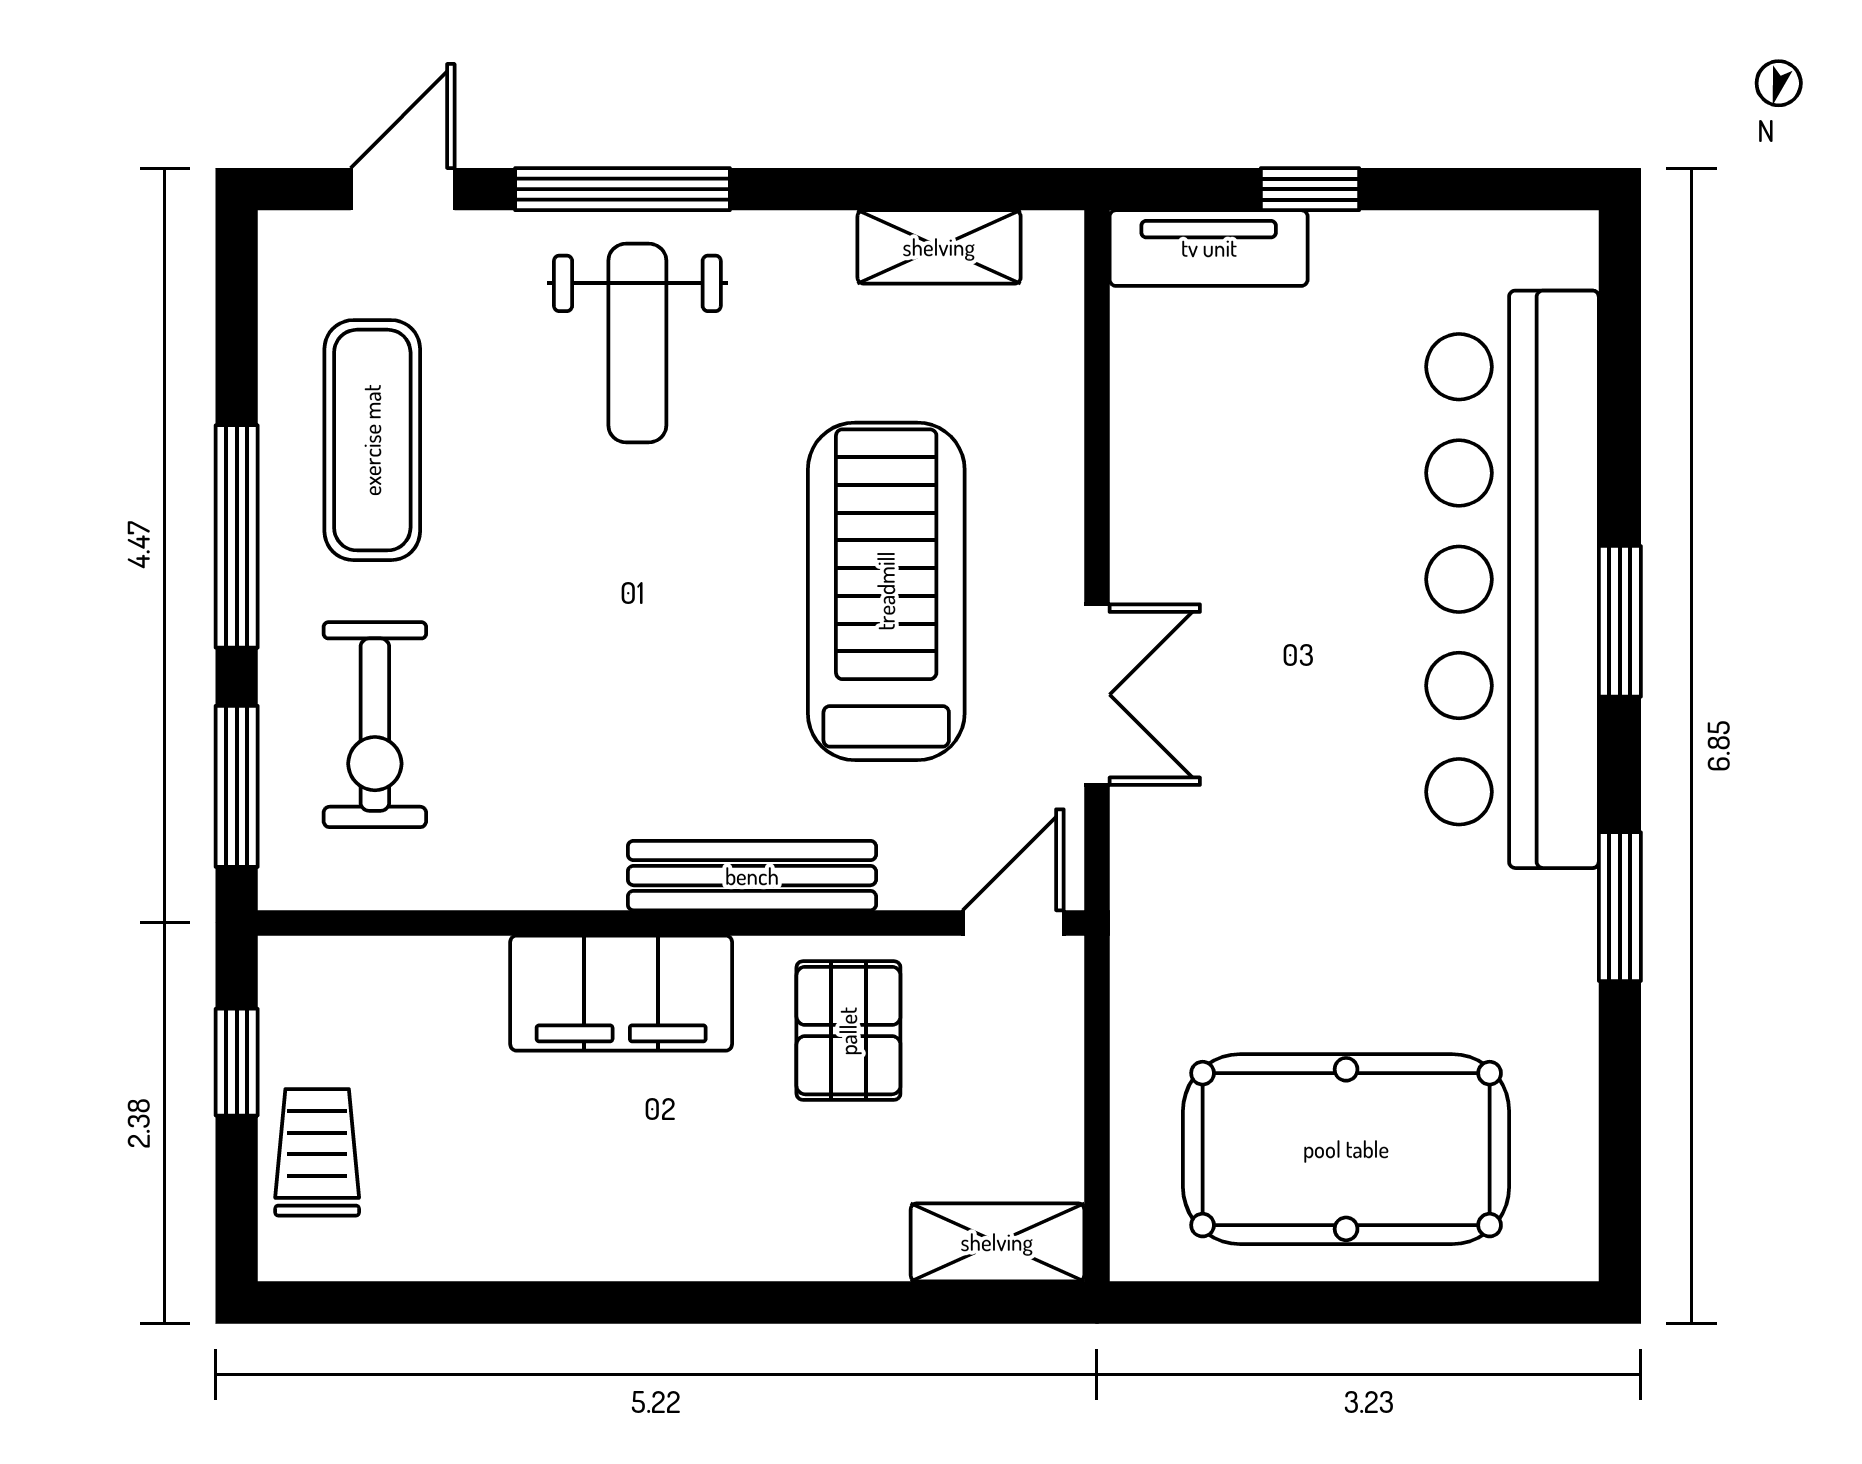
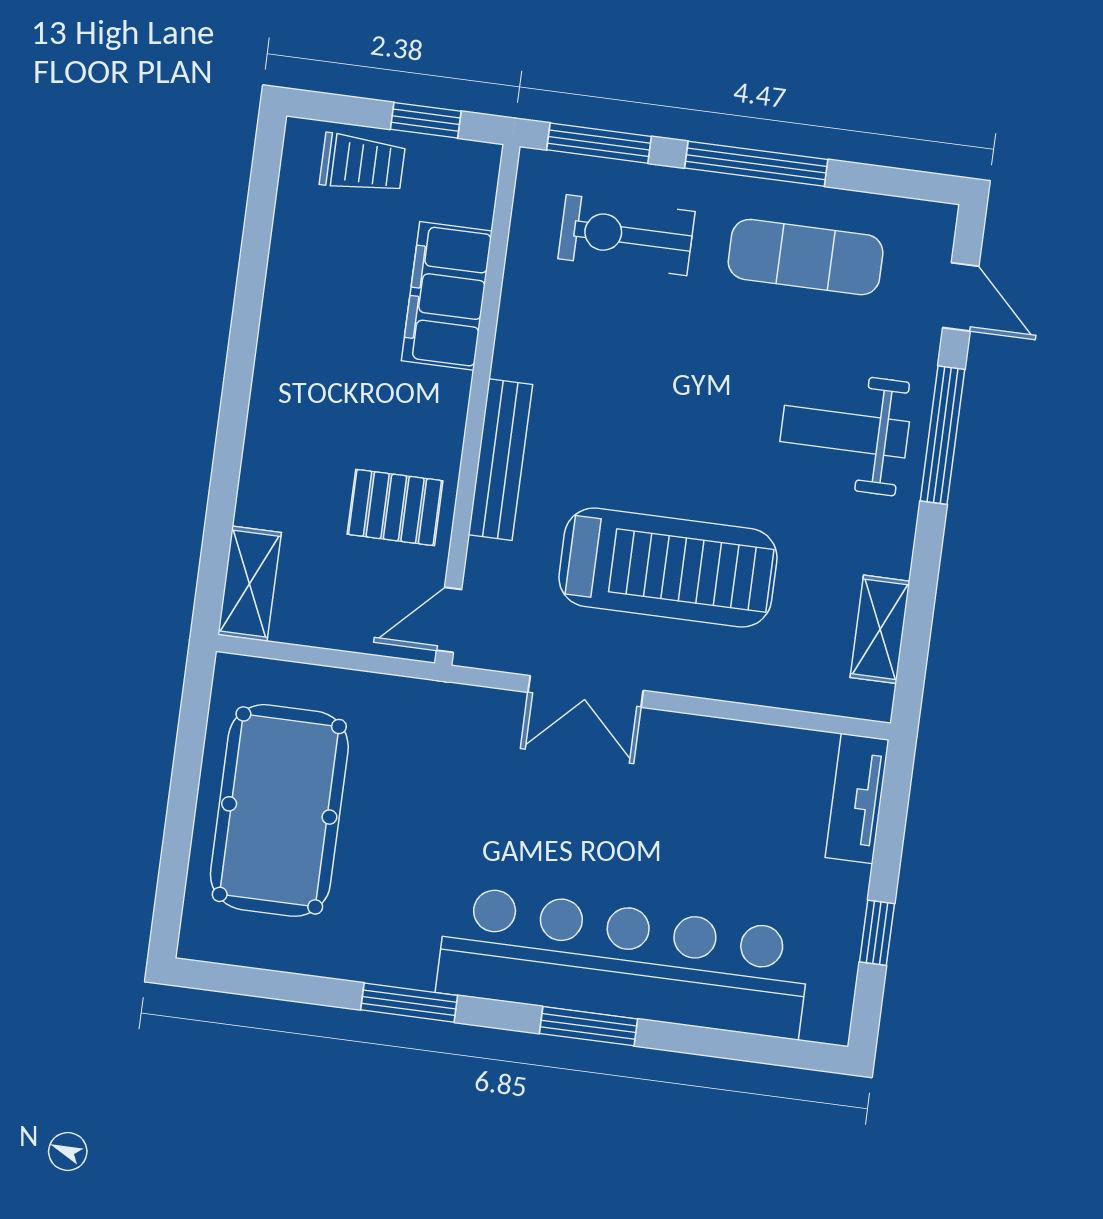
window: (1310, 189) -> (877, 933), moved
door: (1013, 923) -> (449, 620), swing flipped
filing cabinet: (621, 993) -> (447, 296), moved

